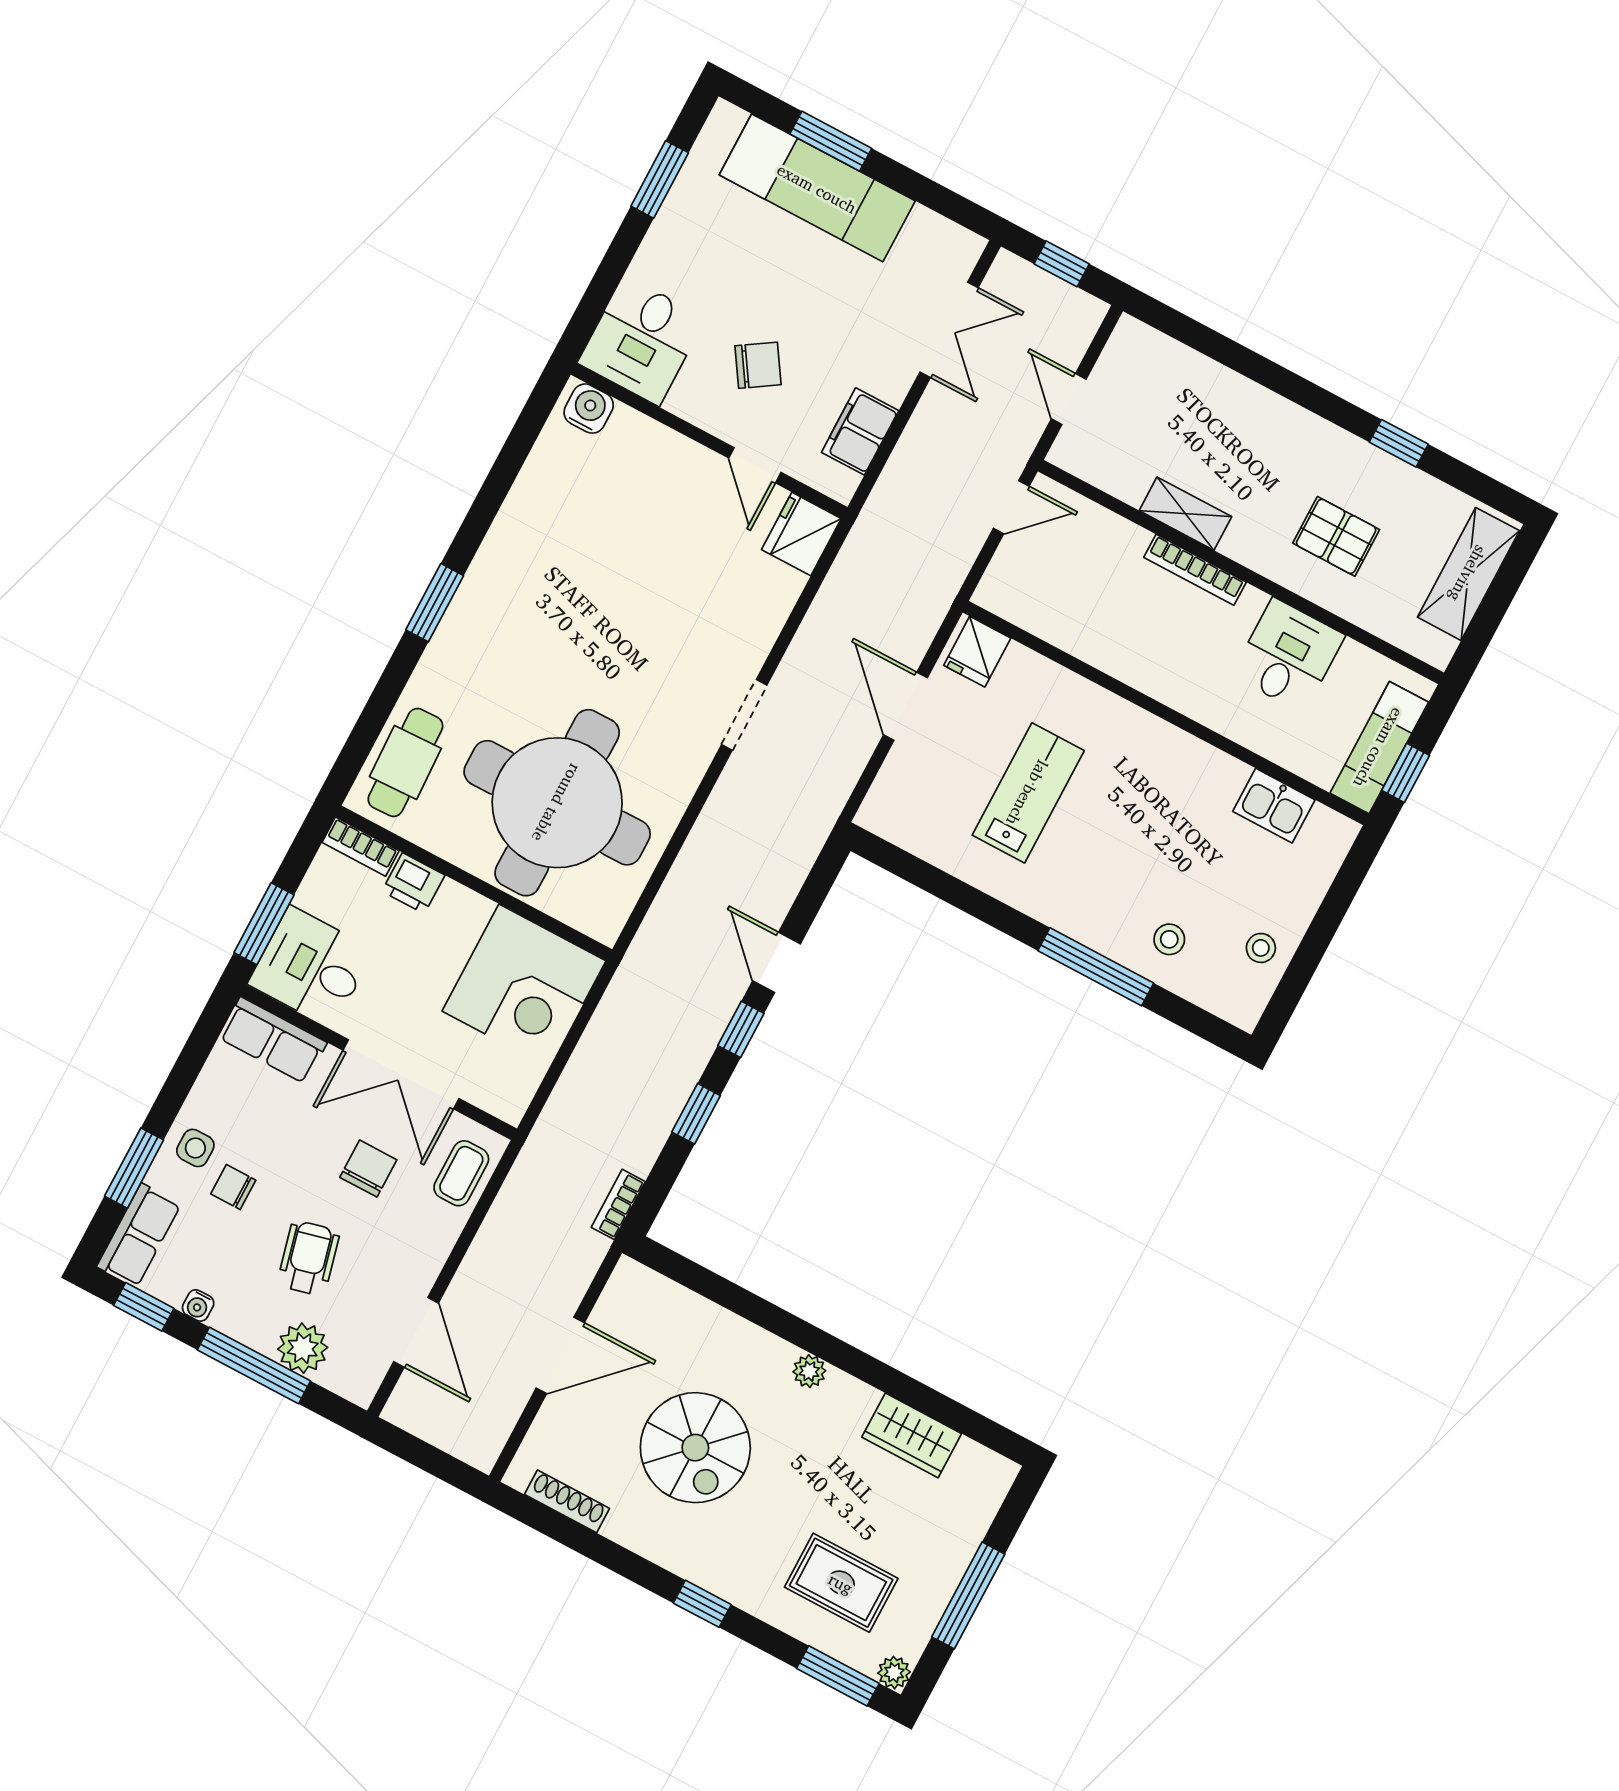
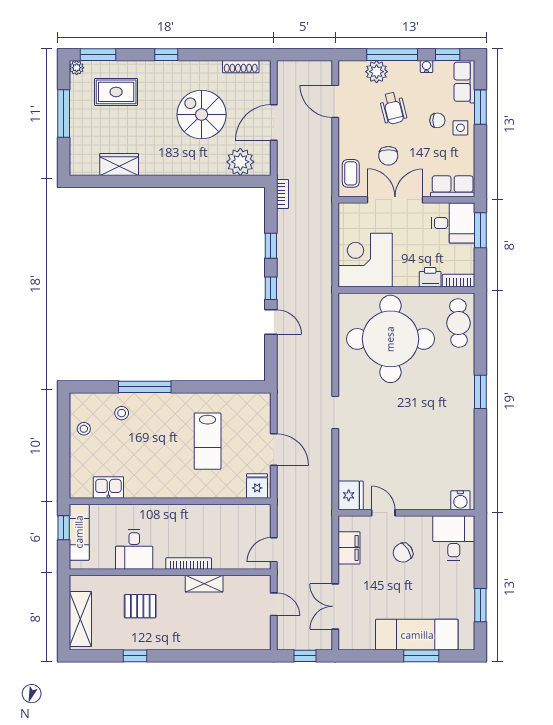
plant: (809, 1371) -> (240, 162), moved, width x1.88, depth x1.88

